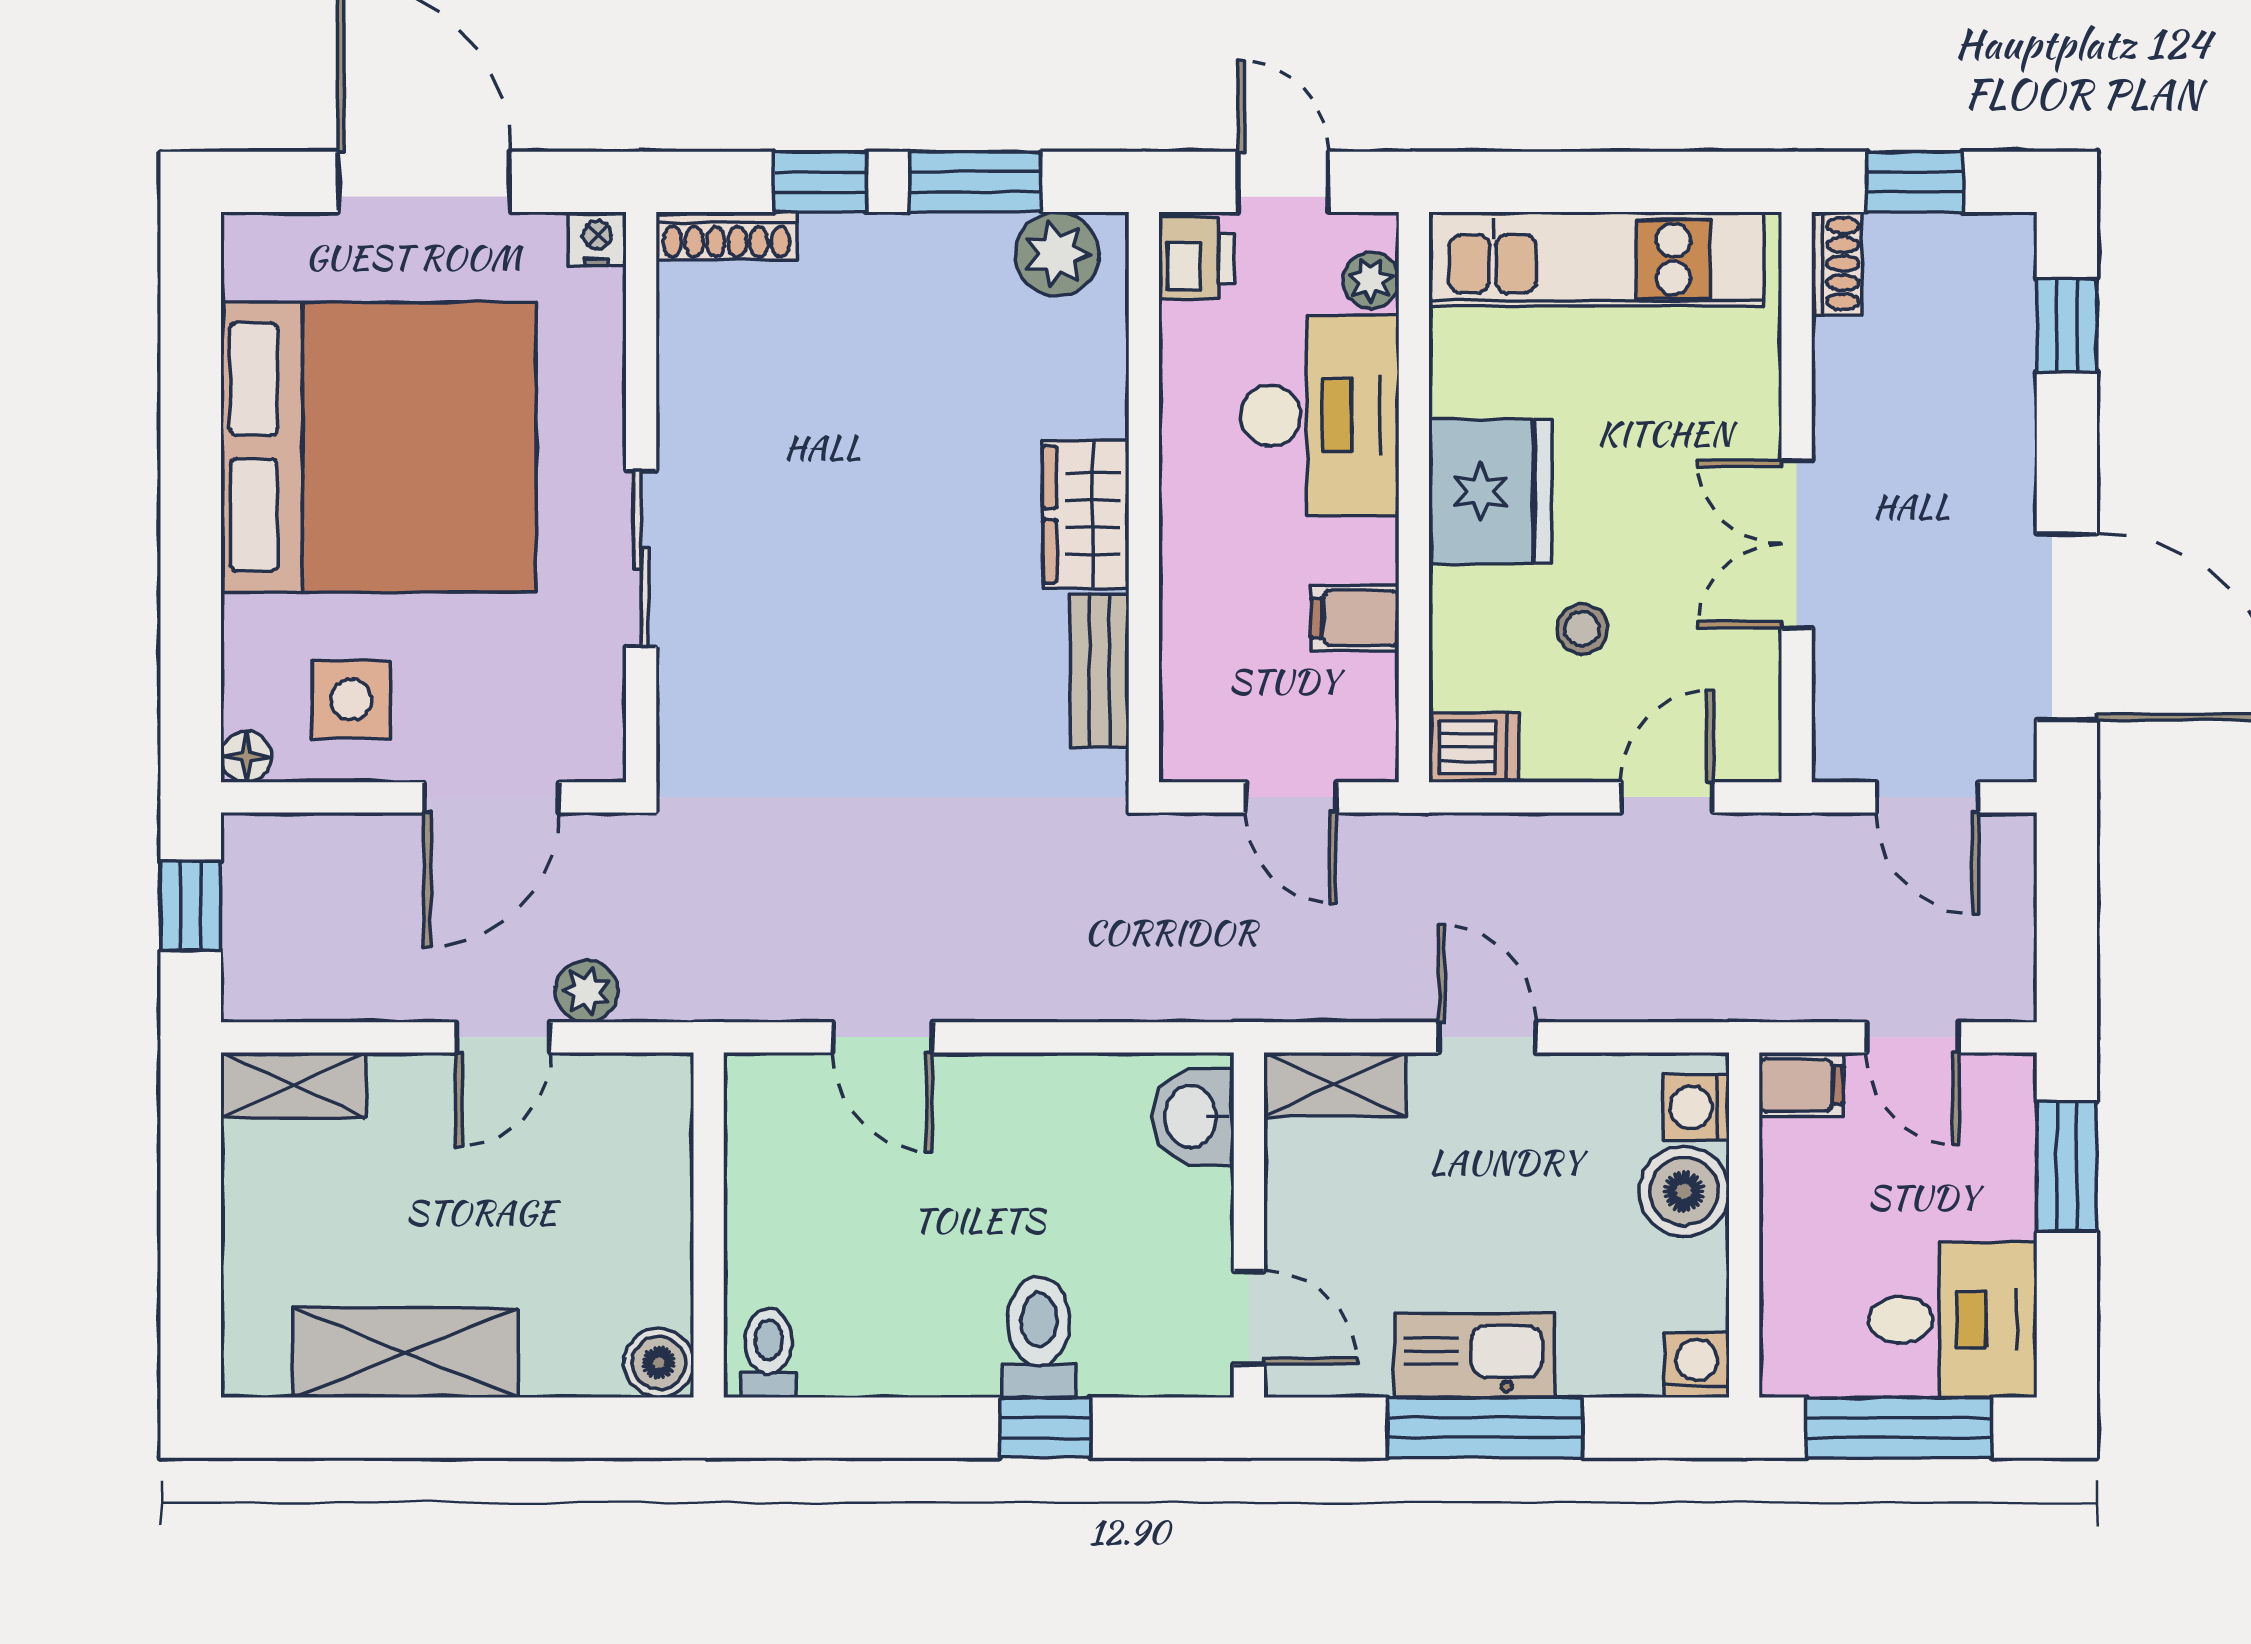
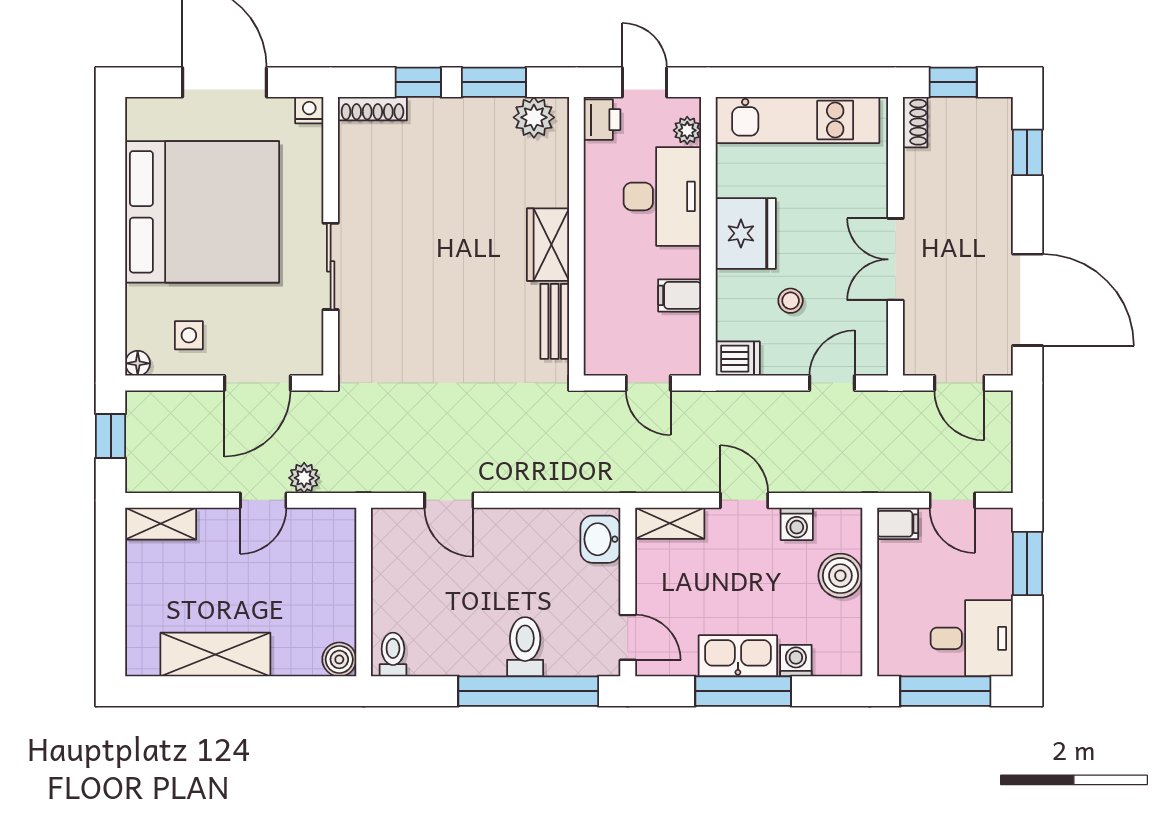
side table: (351, 700) -> (189, 335), width x0.73, depth x0.73
washing machine: (1696, 1107) -> (797, 524), moved, turned -90
washing machine: (1697, 1365) -> (796, 661), moved
window: (1045, 1428) -> (528, 691), width x3.17

